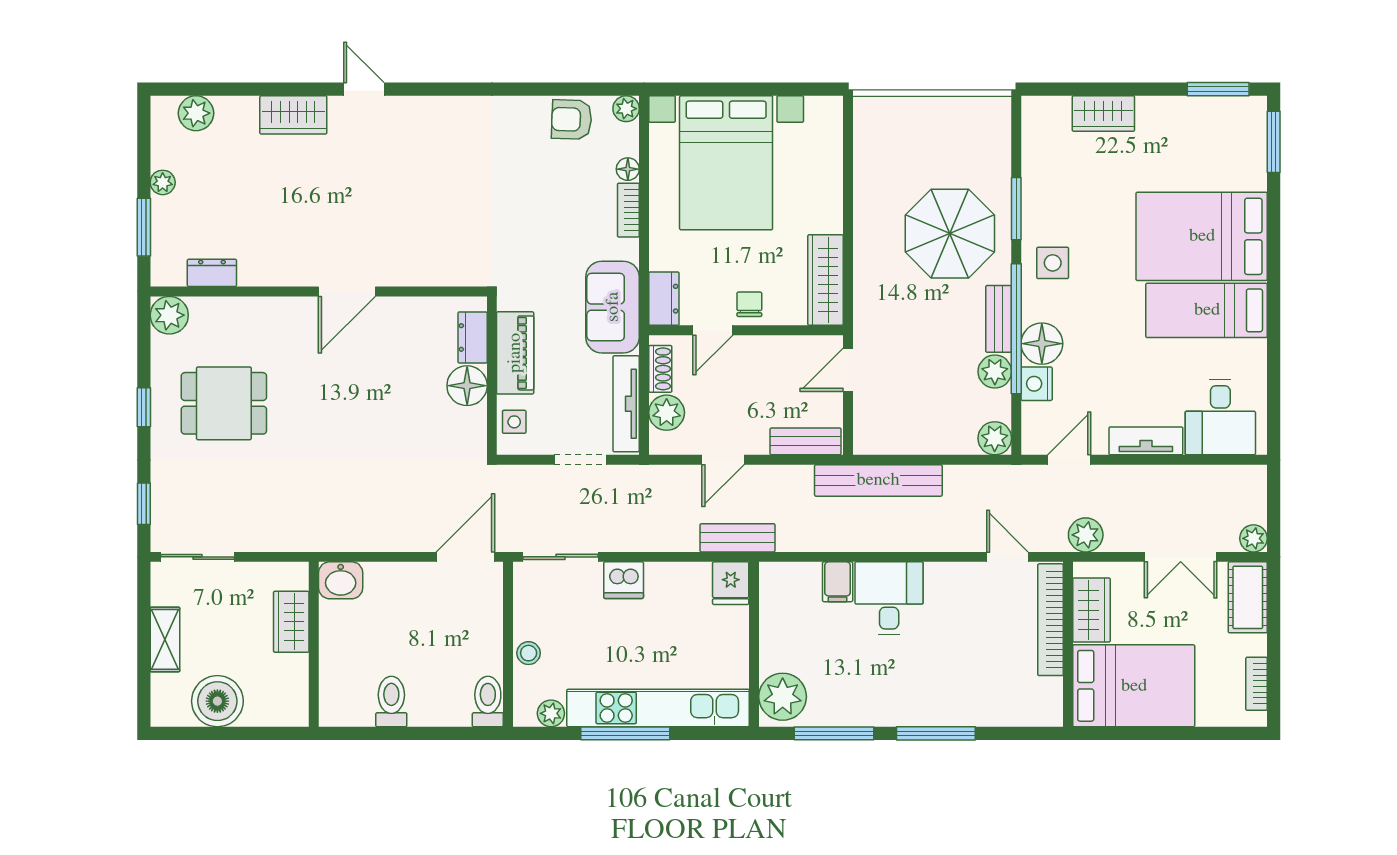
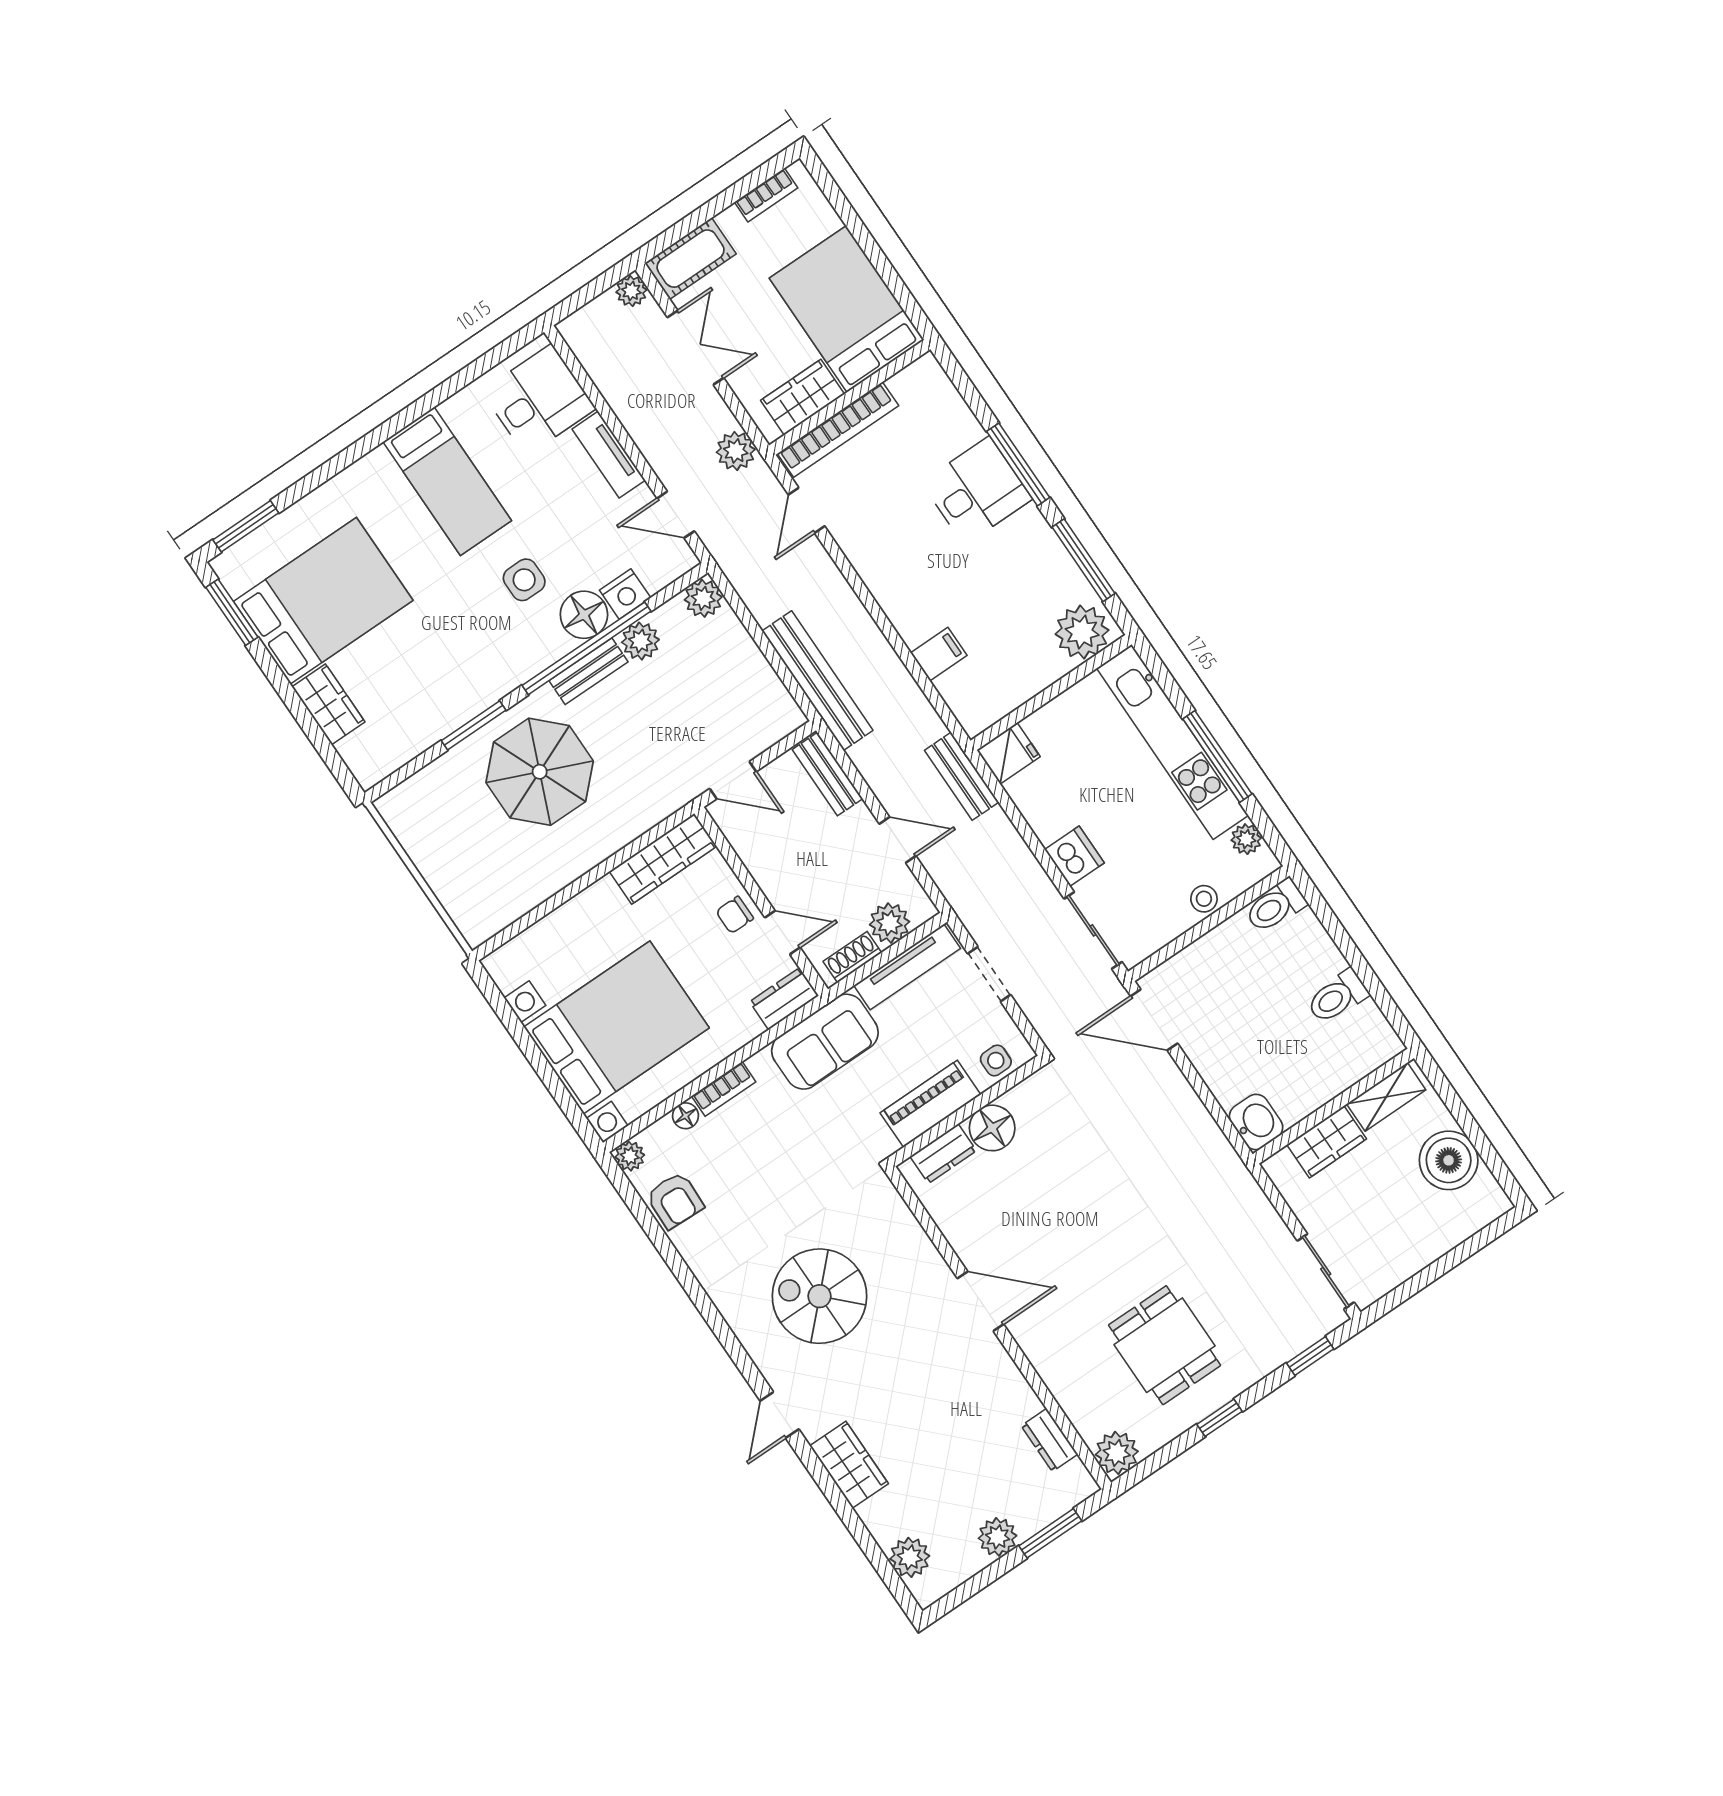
spiral stairs: (430, 177) -> (820, 1296), added
plant: (163, 182) -> (998, 1537), width x1.38, depth x1.38
bed: (1202, 236) -> (323, 601), moved, turned -90
side table: (1053, 263) -> (524, 580), moved
desk: (889, 598) -> (977, 491), moved, turned 180
shelving: (165, 639) -> (1386, 1097), moved

